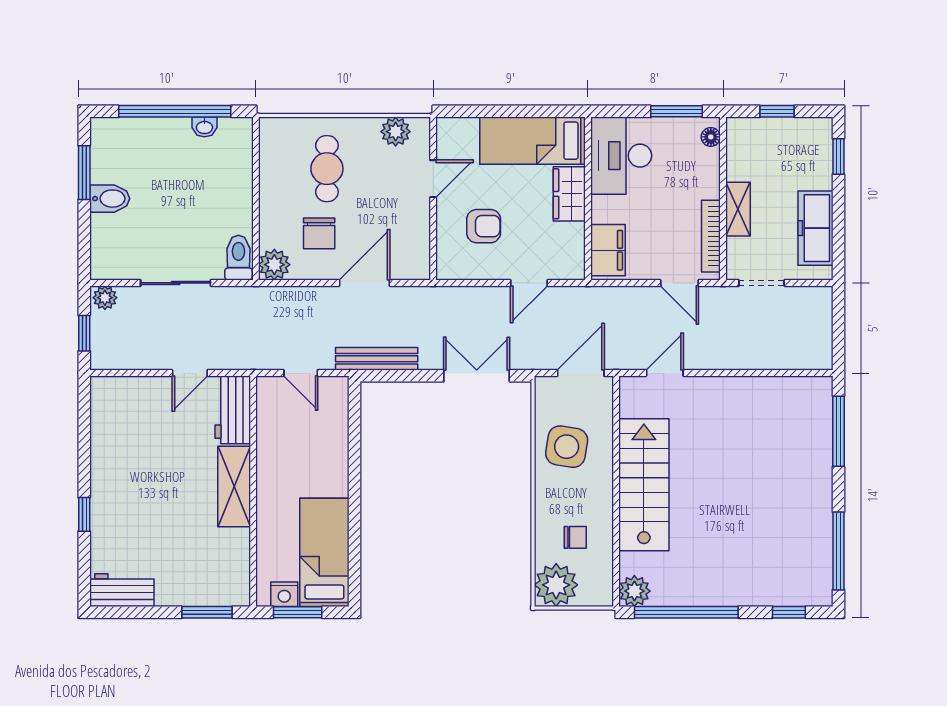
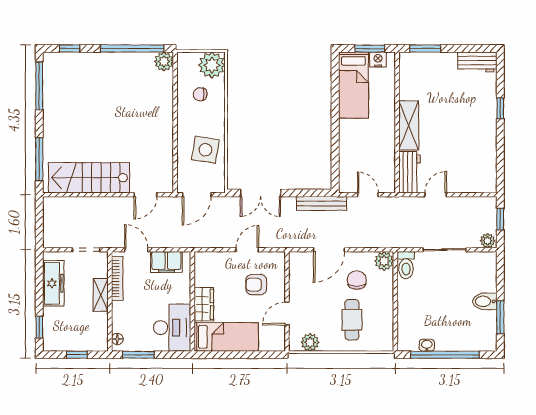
filing cabinet: (608, 250) -> (166, 262), moved, turned -90
door: (529, 283) -> (247, 250), moved
stairs: (644, 485) -> (89, 178), moved, turned 90

